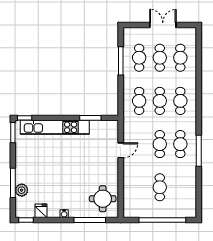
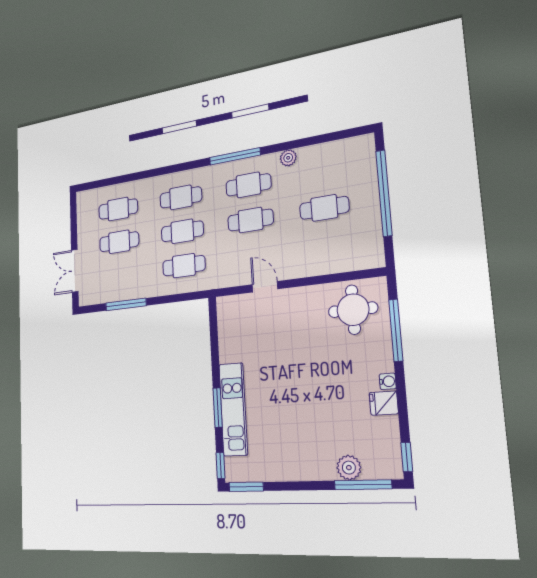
double door: (163, 25) -> (75, 271), moved
cafe table: (139, 58) -> (120, 275), removed
window: (90, 118) -> (218, 408), moved
kitchen unit: (55, 127) -> (233, 409), width x0.73
window: (199, 151) -> (235, 156), moved
plant: (192, 169) -> (288, 158), added
window: (13, 183) -> (363, 485), moved
fridge: (41, 211) -> (384, 403), moved

